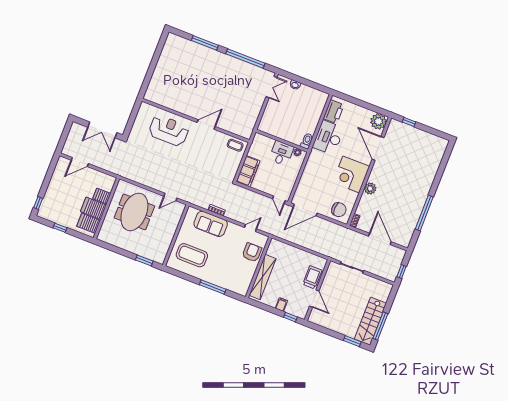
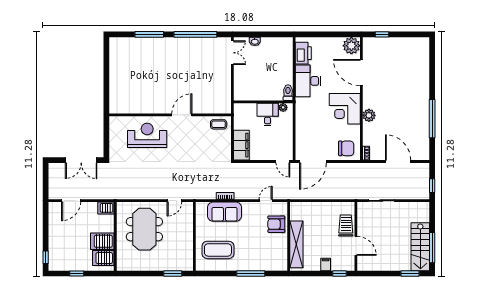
server rack: (102, 196) -> (106, 208), moved
armchair: (252, 252) -> (276, 224), turned -90

